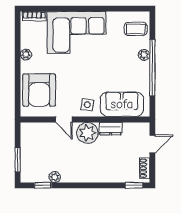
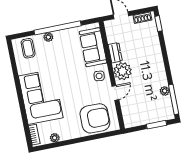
plant: (26, 55) -> (55, 138), moved
window: (43, 185) -> (174, 99), width x2.17

